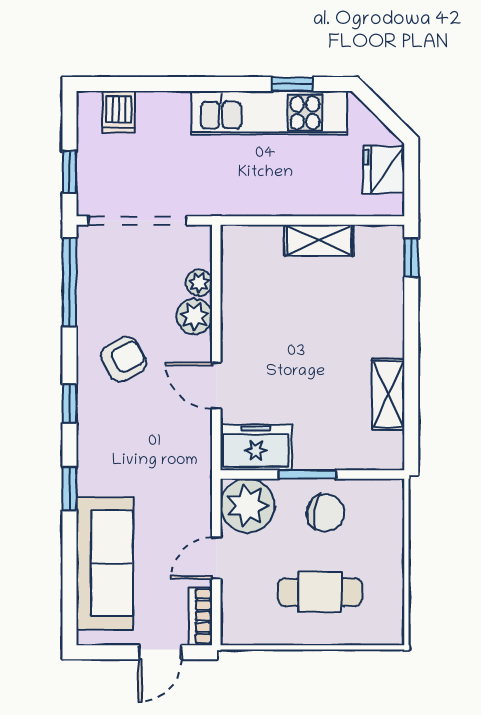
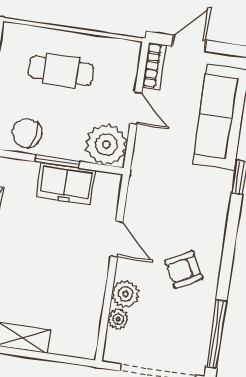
window: (69, 403) -> (230, 242), removed
freezer: (256, 447) -> (66, 184), moved
chair: (326, 513) -> (27, 133), moved
door: (216, 558) -> (136, 108), hinge flipped

